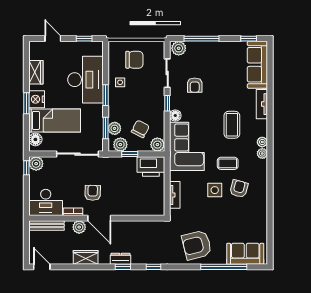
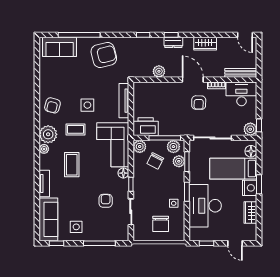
plant: (179, 48) -> (120, 234), removed
side table: (227, 57) -> (76, 227), added
chair: (134, 60) -> (161, 224), turned -90
plant: (262, 153) -> (48, 134), width x1.88, depth x1.88
window: (130, 154) -> (165, 138), width x2.17
armchair: (239, 189) -> (52, 105), moved
tv unit: (175, 195) -> (124, 101), width x1.41
plant: (79, 227) -> (159, 71), moved

